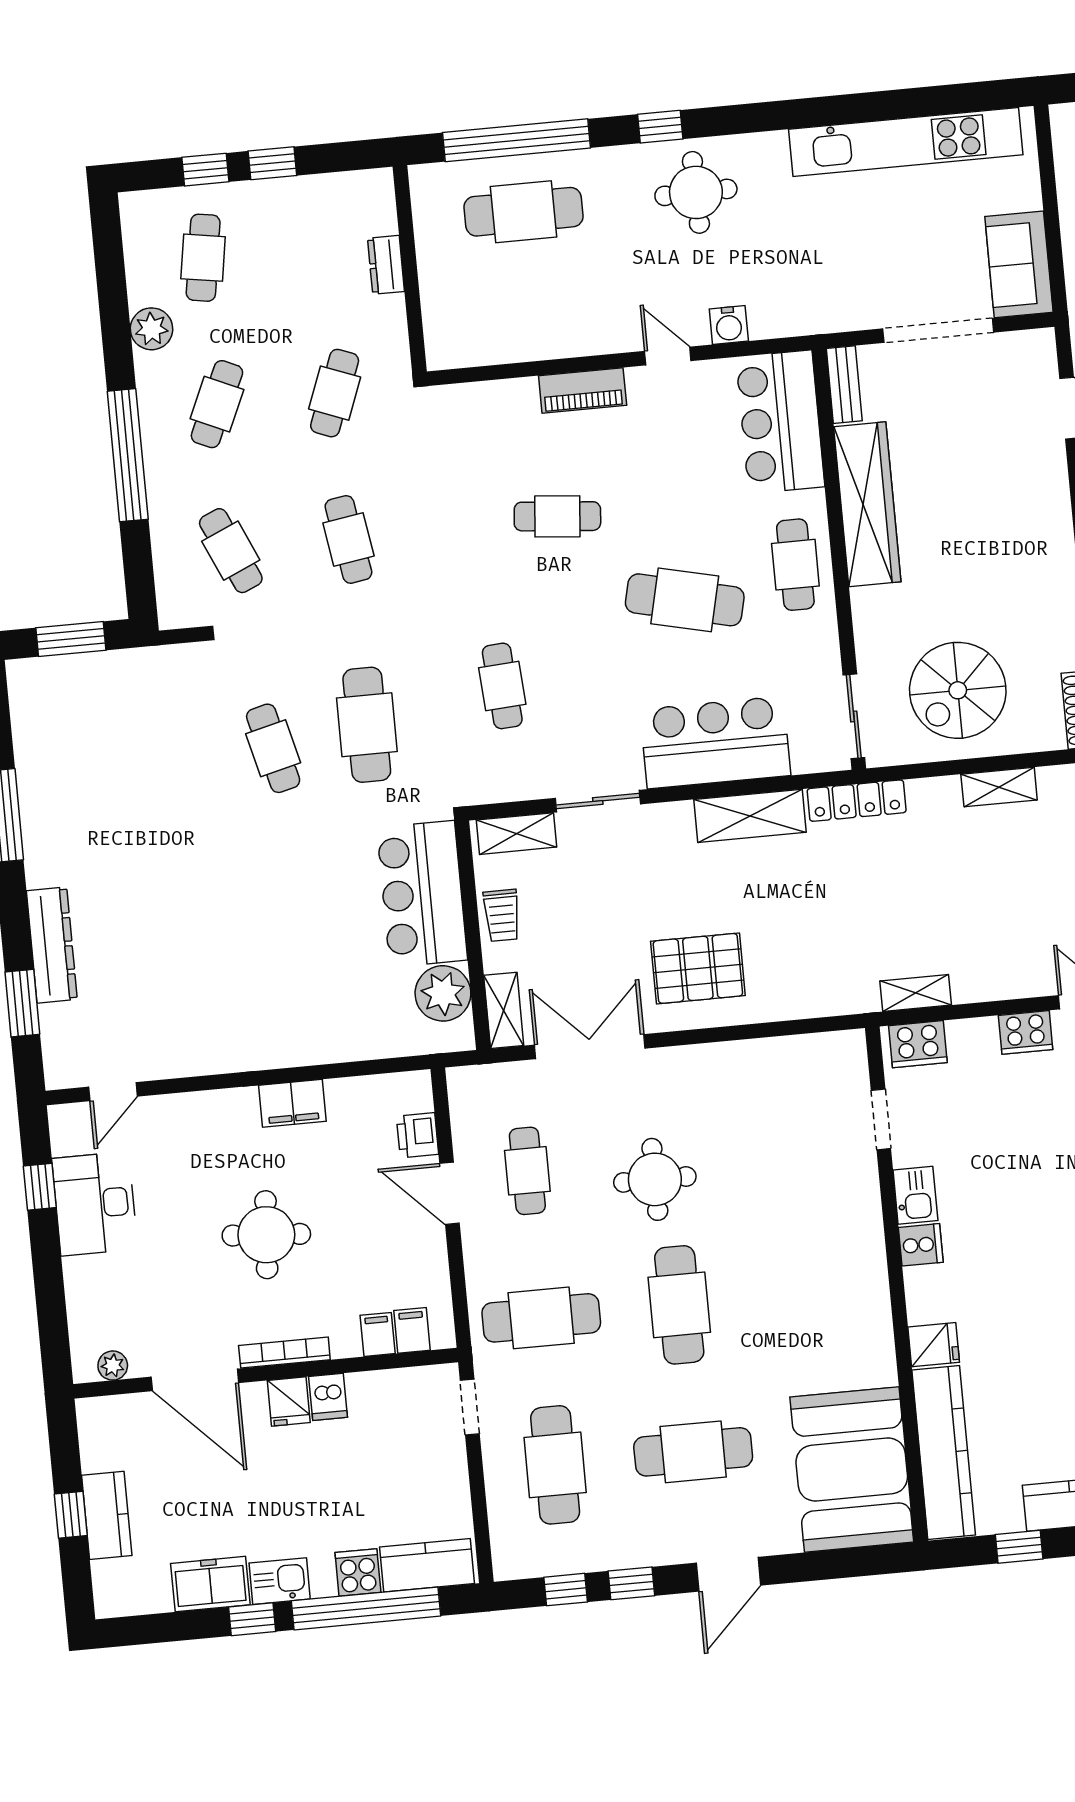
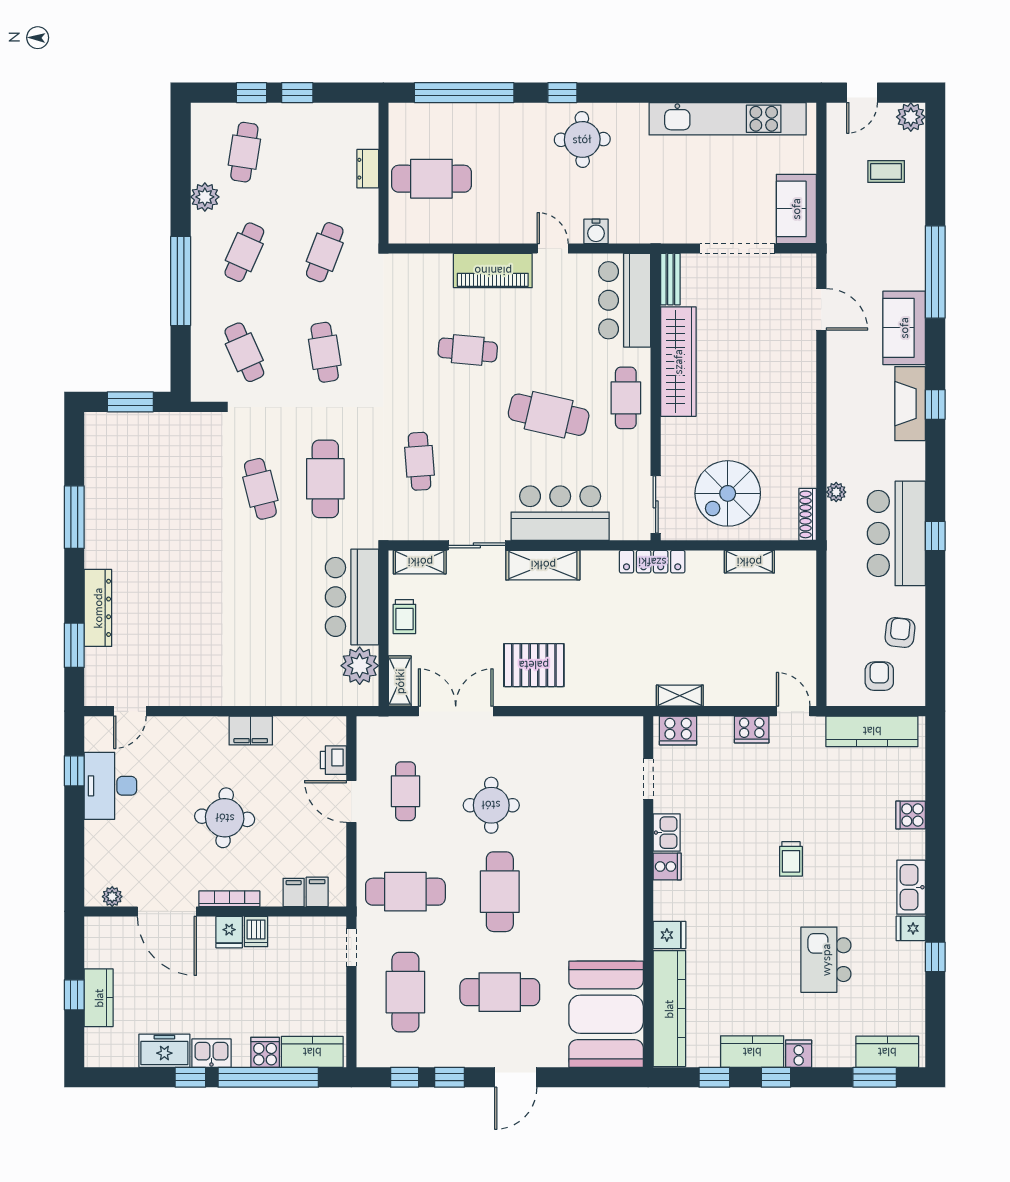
cafe table: (524, 212) -> (431, 179), moved
piano: (583, 390) -> (493, 271), width x1.37, depth x1.33
shelving: (750, 816) -> (543, 565), moved

